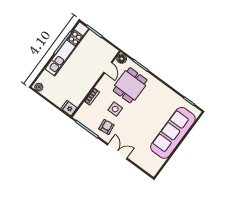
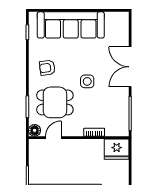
fridge: (69, 108) -> (117, 149), width x1.88, depth x1.34
side table: (115, 109) -> (87, 81), moved
armchair: (106, 127) -> (47, 68), moved
double door: (117, 151) -> (130, 67), width x1.37

